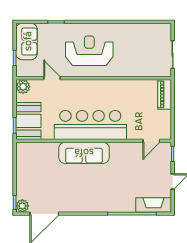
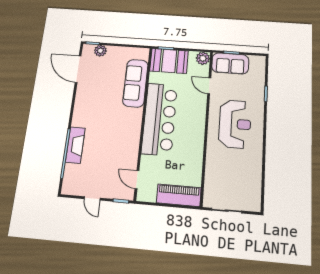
sofa: (27, 41) -> (230, 63), moved
door: (52, 78) -> (209, 86), swing flipped
piano: (165, 94) -> (179, 195), width x1.37, depth x1.33
sofa: (84, 153) -> (135, 83), moved
fireplace: (154, 205) -> (75, 145), moved
plant: (22, 206) -> (100, 51), moved

